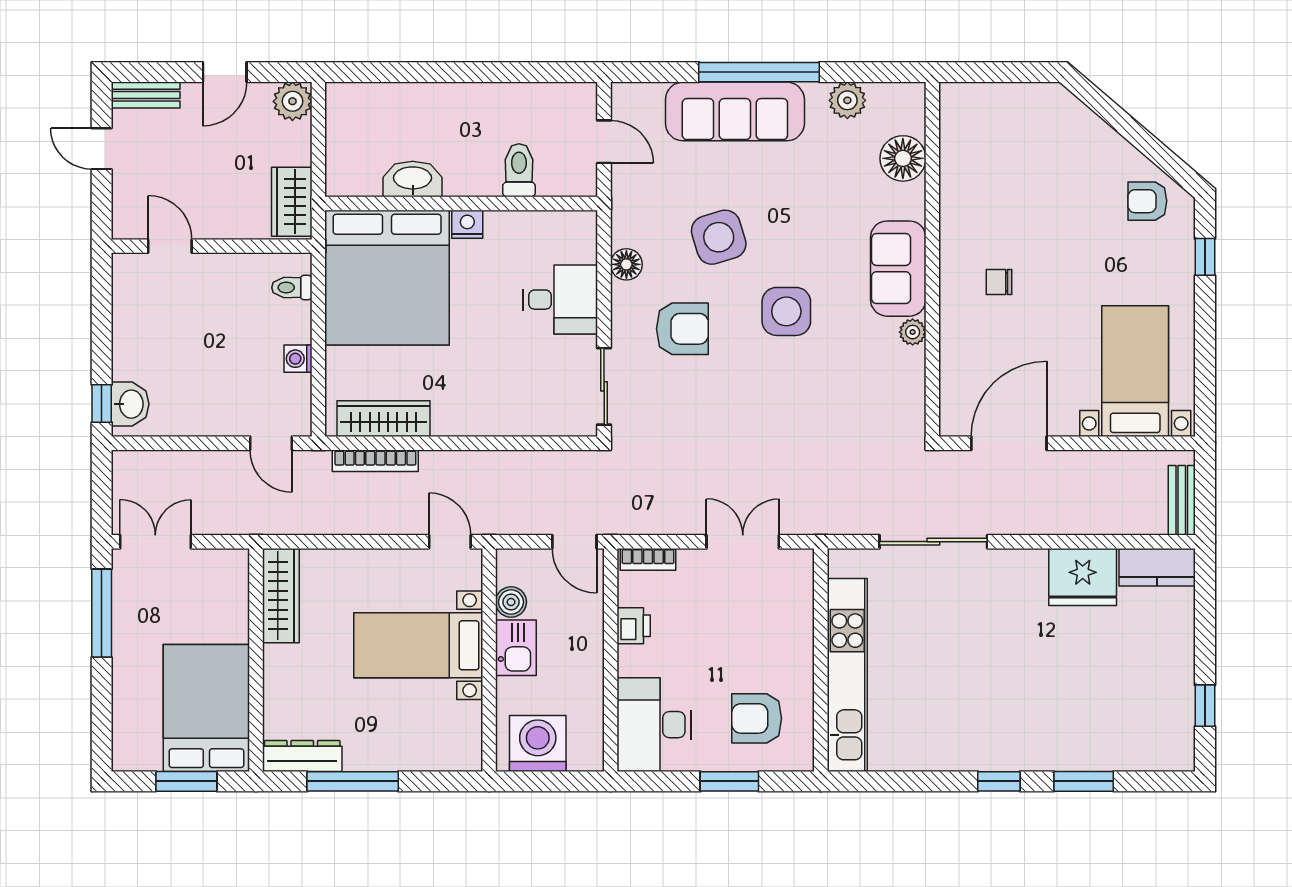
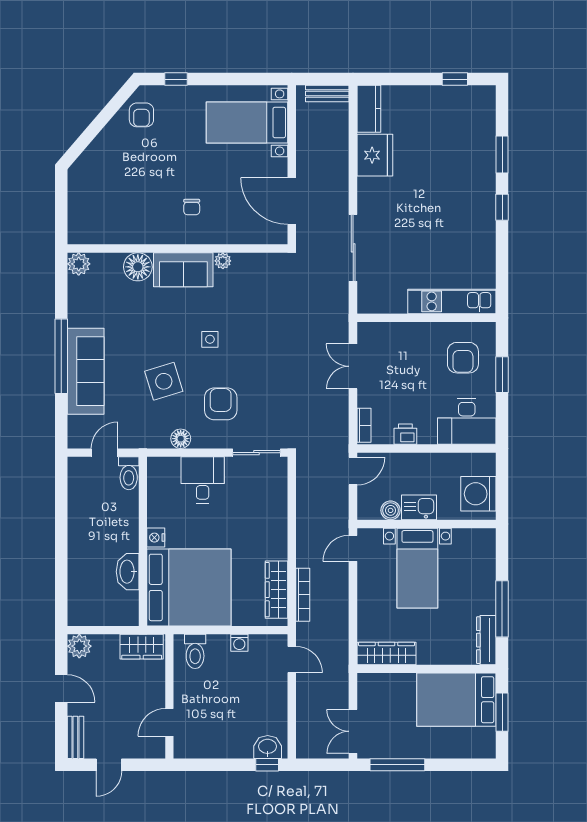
plant: (847, 100) -> (79, 264), moved
floor lamp: (903, 158) -> (138, 267), moved
toilet: (519, 170) -> (129, 473), moved, turned -90
toilet: (292, 288) -> (195, 651), width x1.37, depth x1.39
side table: (786, 311) -> (210, 339), width x0.54, depth x0.54
door: (271, 443) -> (292, 660), hinge flipped
kitchen unit: (847, 675) -> (452, 301), width x0.73

